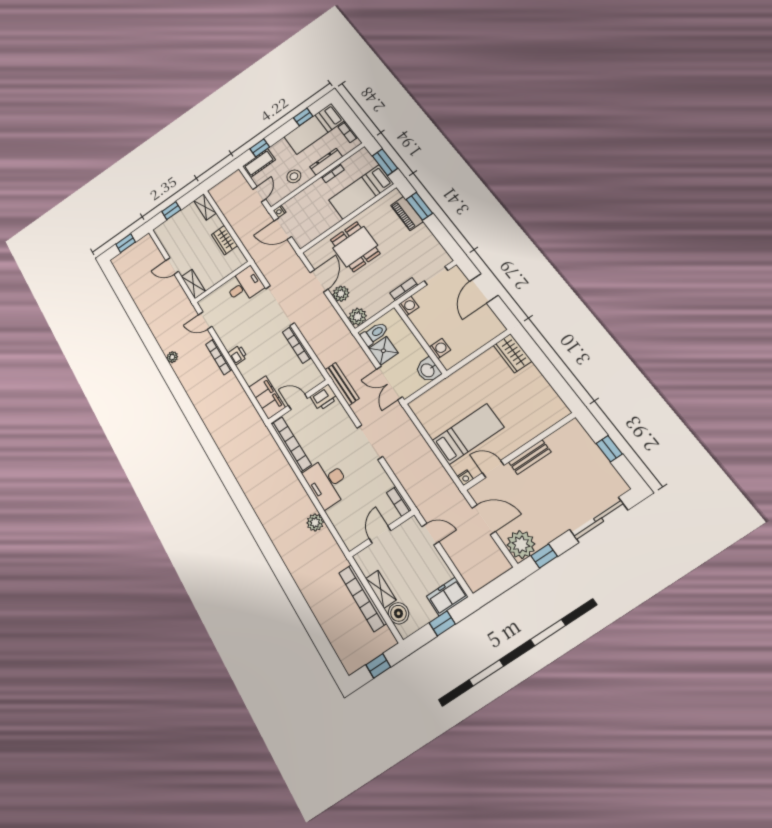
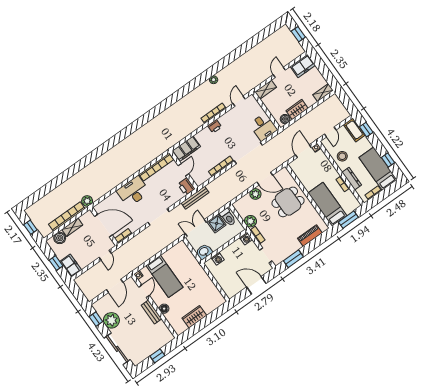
door: (259, 194) -> (330, 132), hinge flipped
window: (419, 206) -> (293, 259), moved
window: (171, 211) -> (322, 67), removed
freezer: (167, 235) -> (303, 66), added
boiler: (236, 256) -> (285, 119), added
plant: (358, 317) -> (250, 221), moved
wardrobe: (513, 353) -> (194, 317), moved
floor lamp: (524, 436) -> (164, 309), added
plant: (315, 522) -> (87, 201), moved
door: (380, 535) -> (103, 226), width x1.88
plant: (521, 544) -> (111, 320), moved

